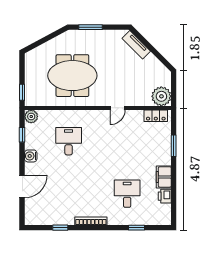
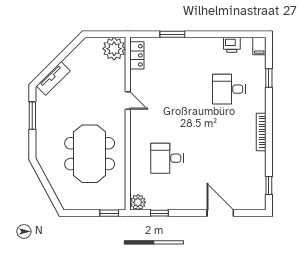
window: (91, 27) -> (32, 116), moved
water cooler: (31, 156) -> (184, 203), removed
filing cabinet: (164, 177) -> (259, 46), moved, width x0.50
window: (60, 228) -> (269, 186), moved

